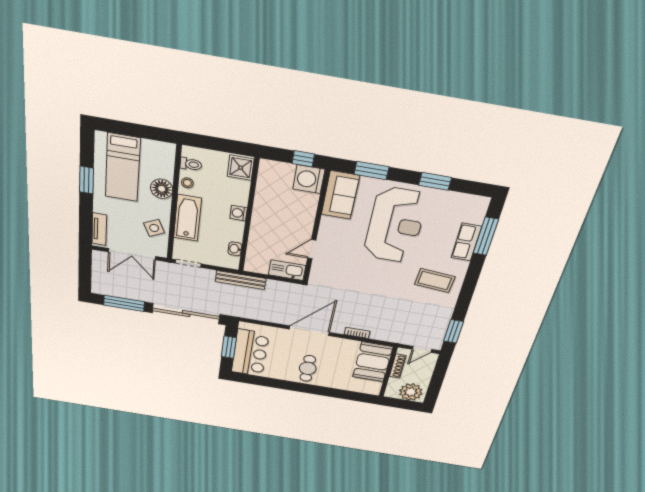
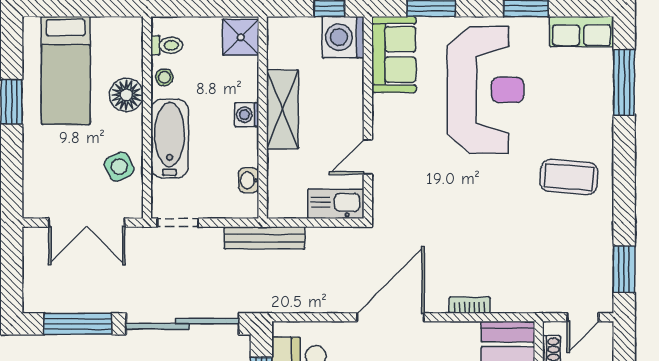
shelving: (262, 214) -> (282, 109), added
tv unit: (99, 229) -> (33, 186), removed
row of seats: (466, 242) -> (582, 32), moved, turned -90

